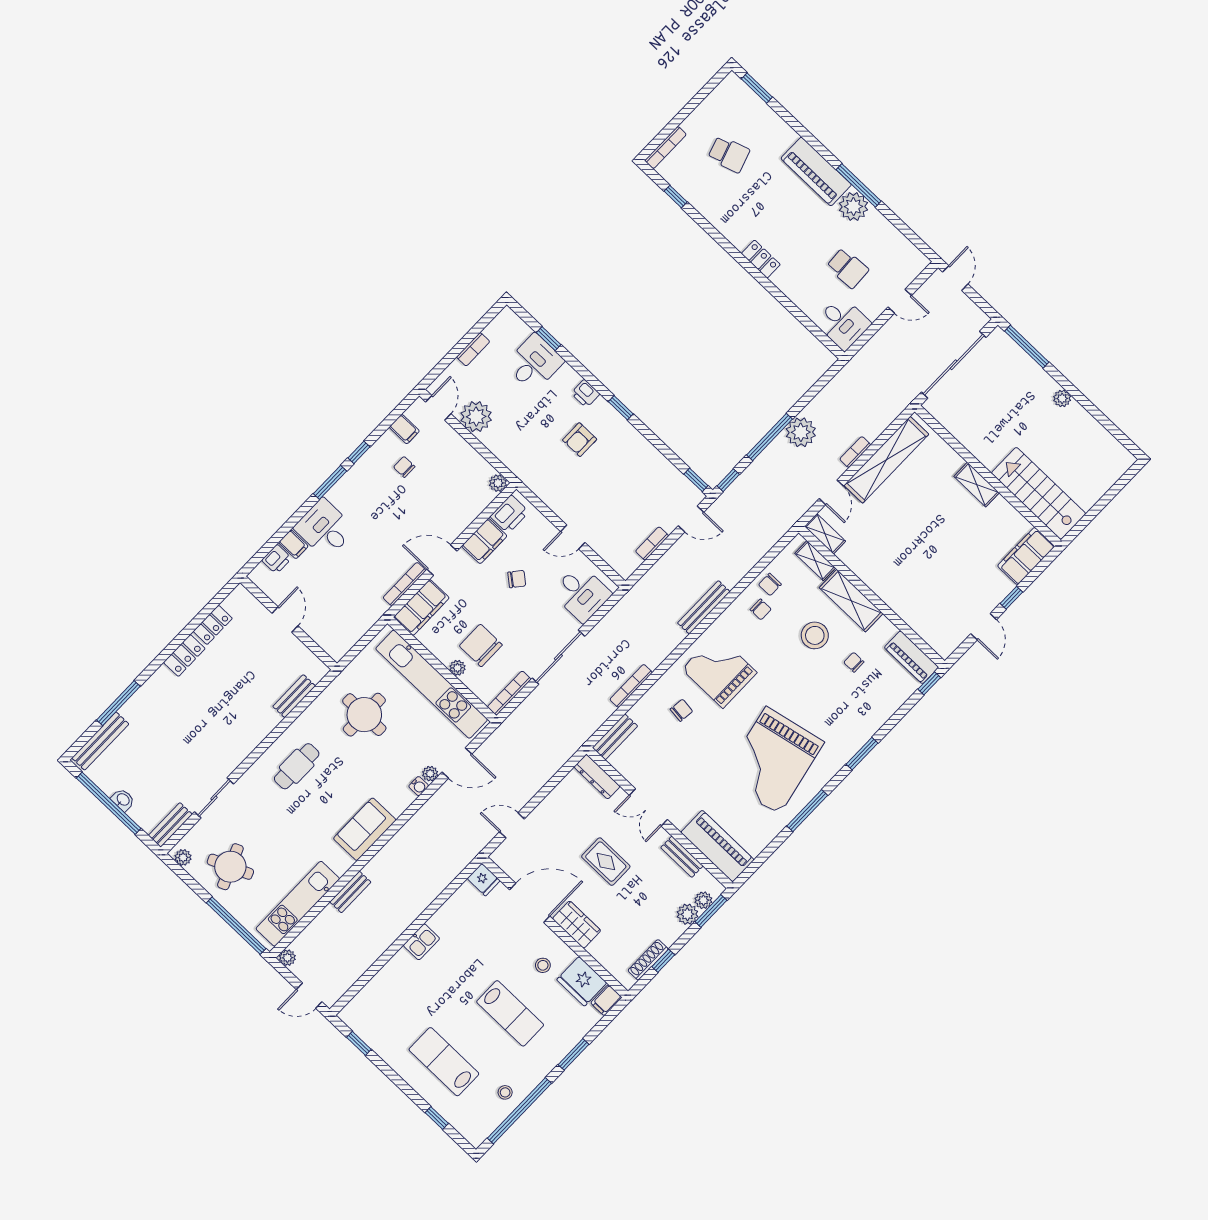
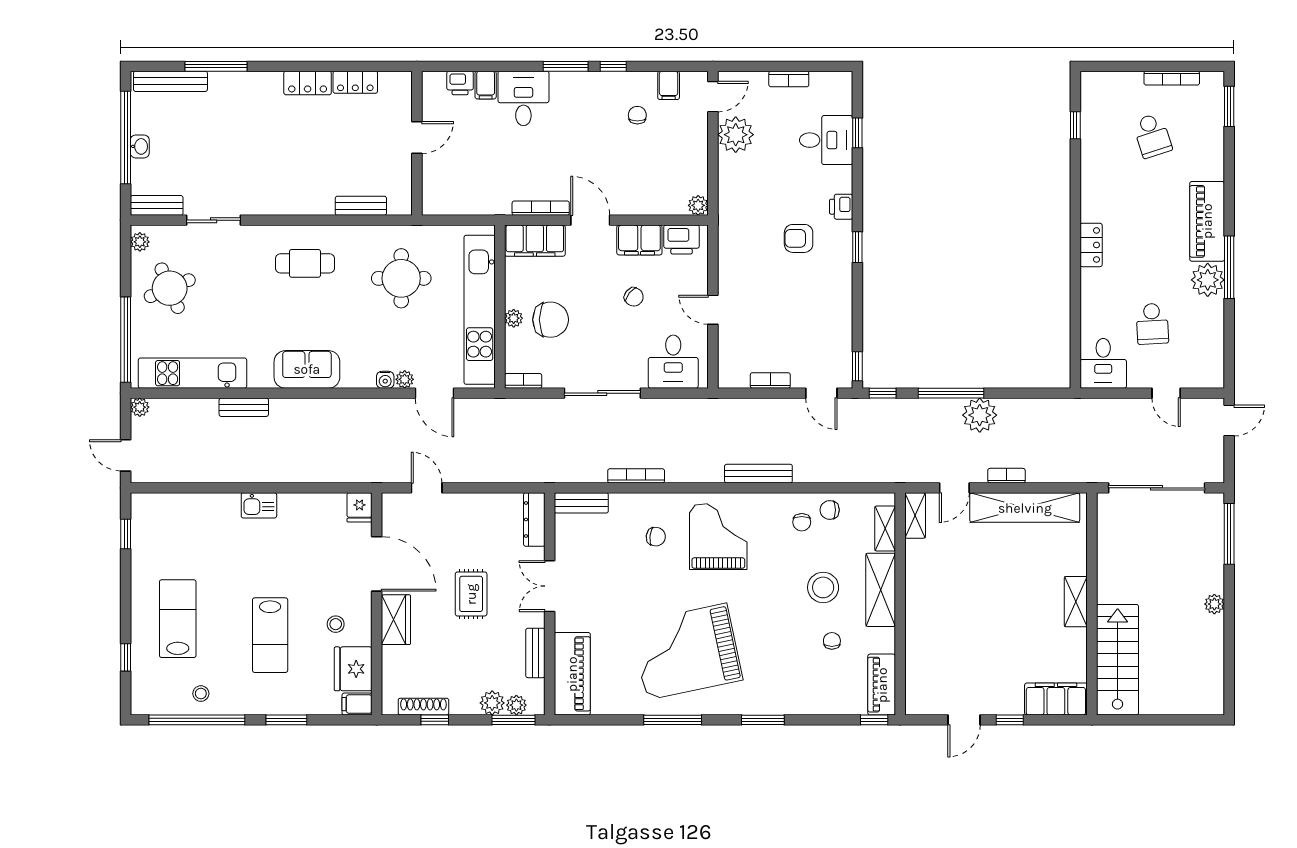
bookcase: (666, 148) -> (1172, 78), moved
chair: (481, 645) -> (551, 320), turned 90
bookcase: (509, 693) -> (523, 381), width x0.64

